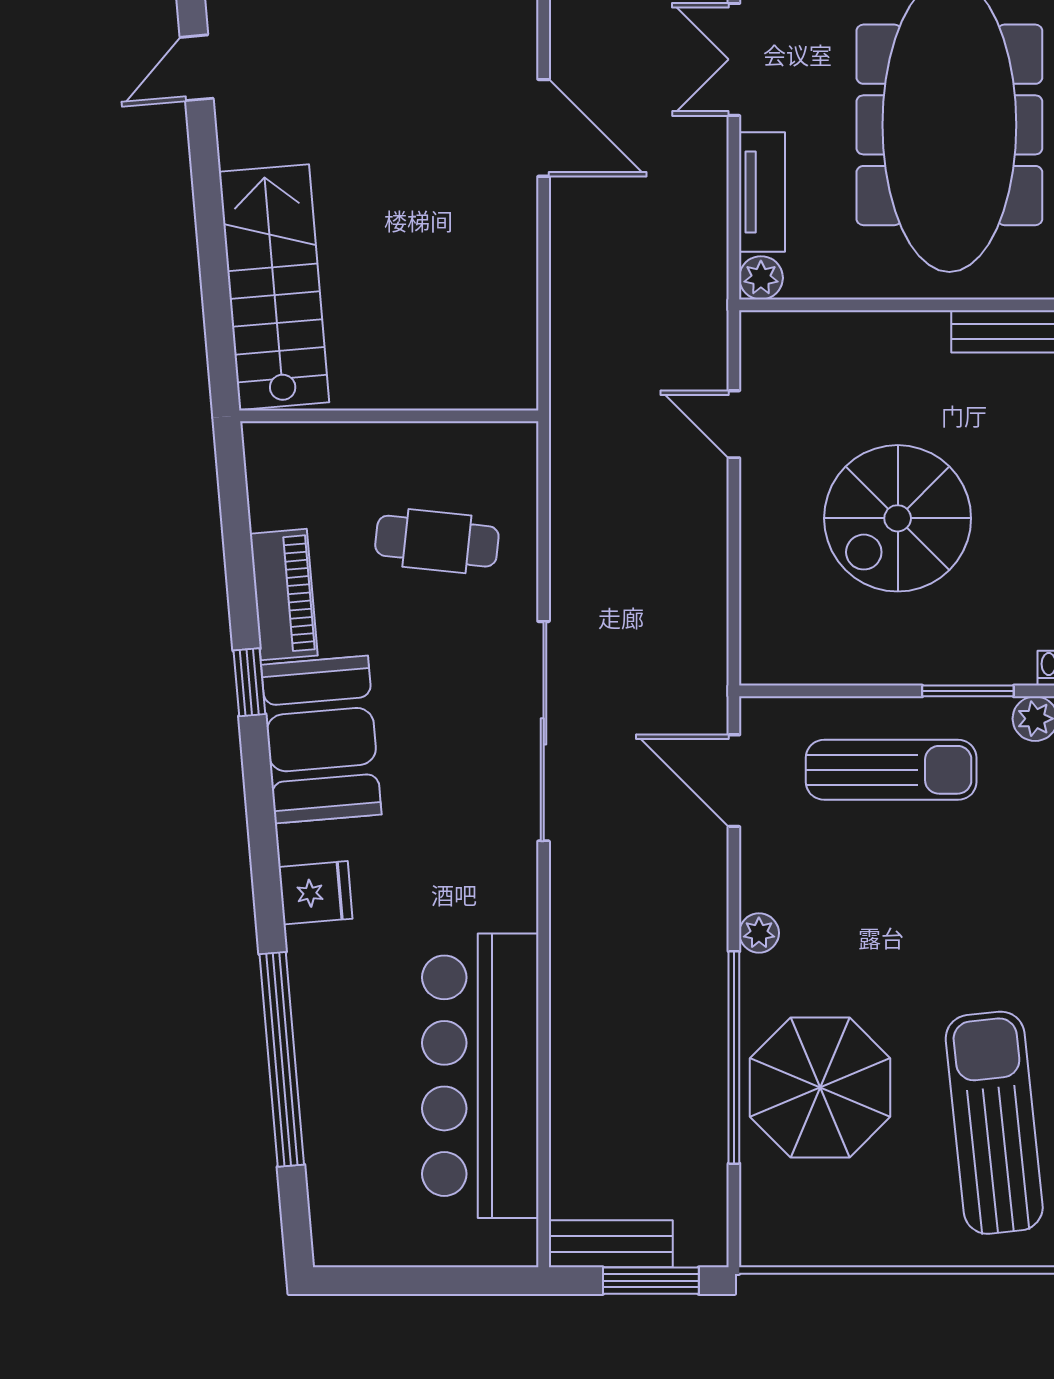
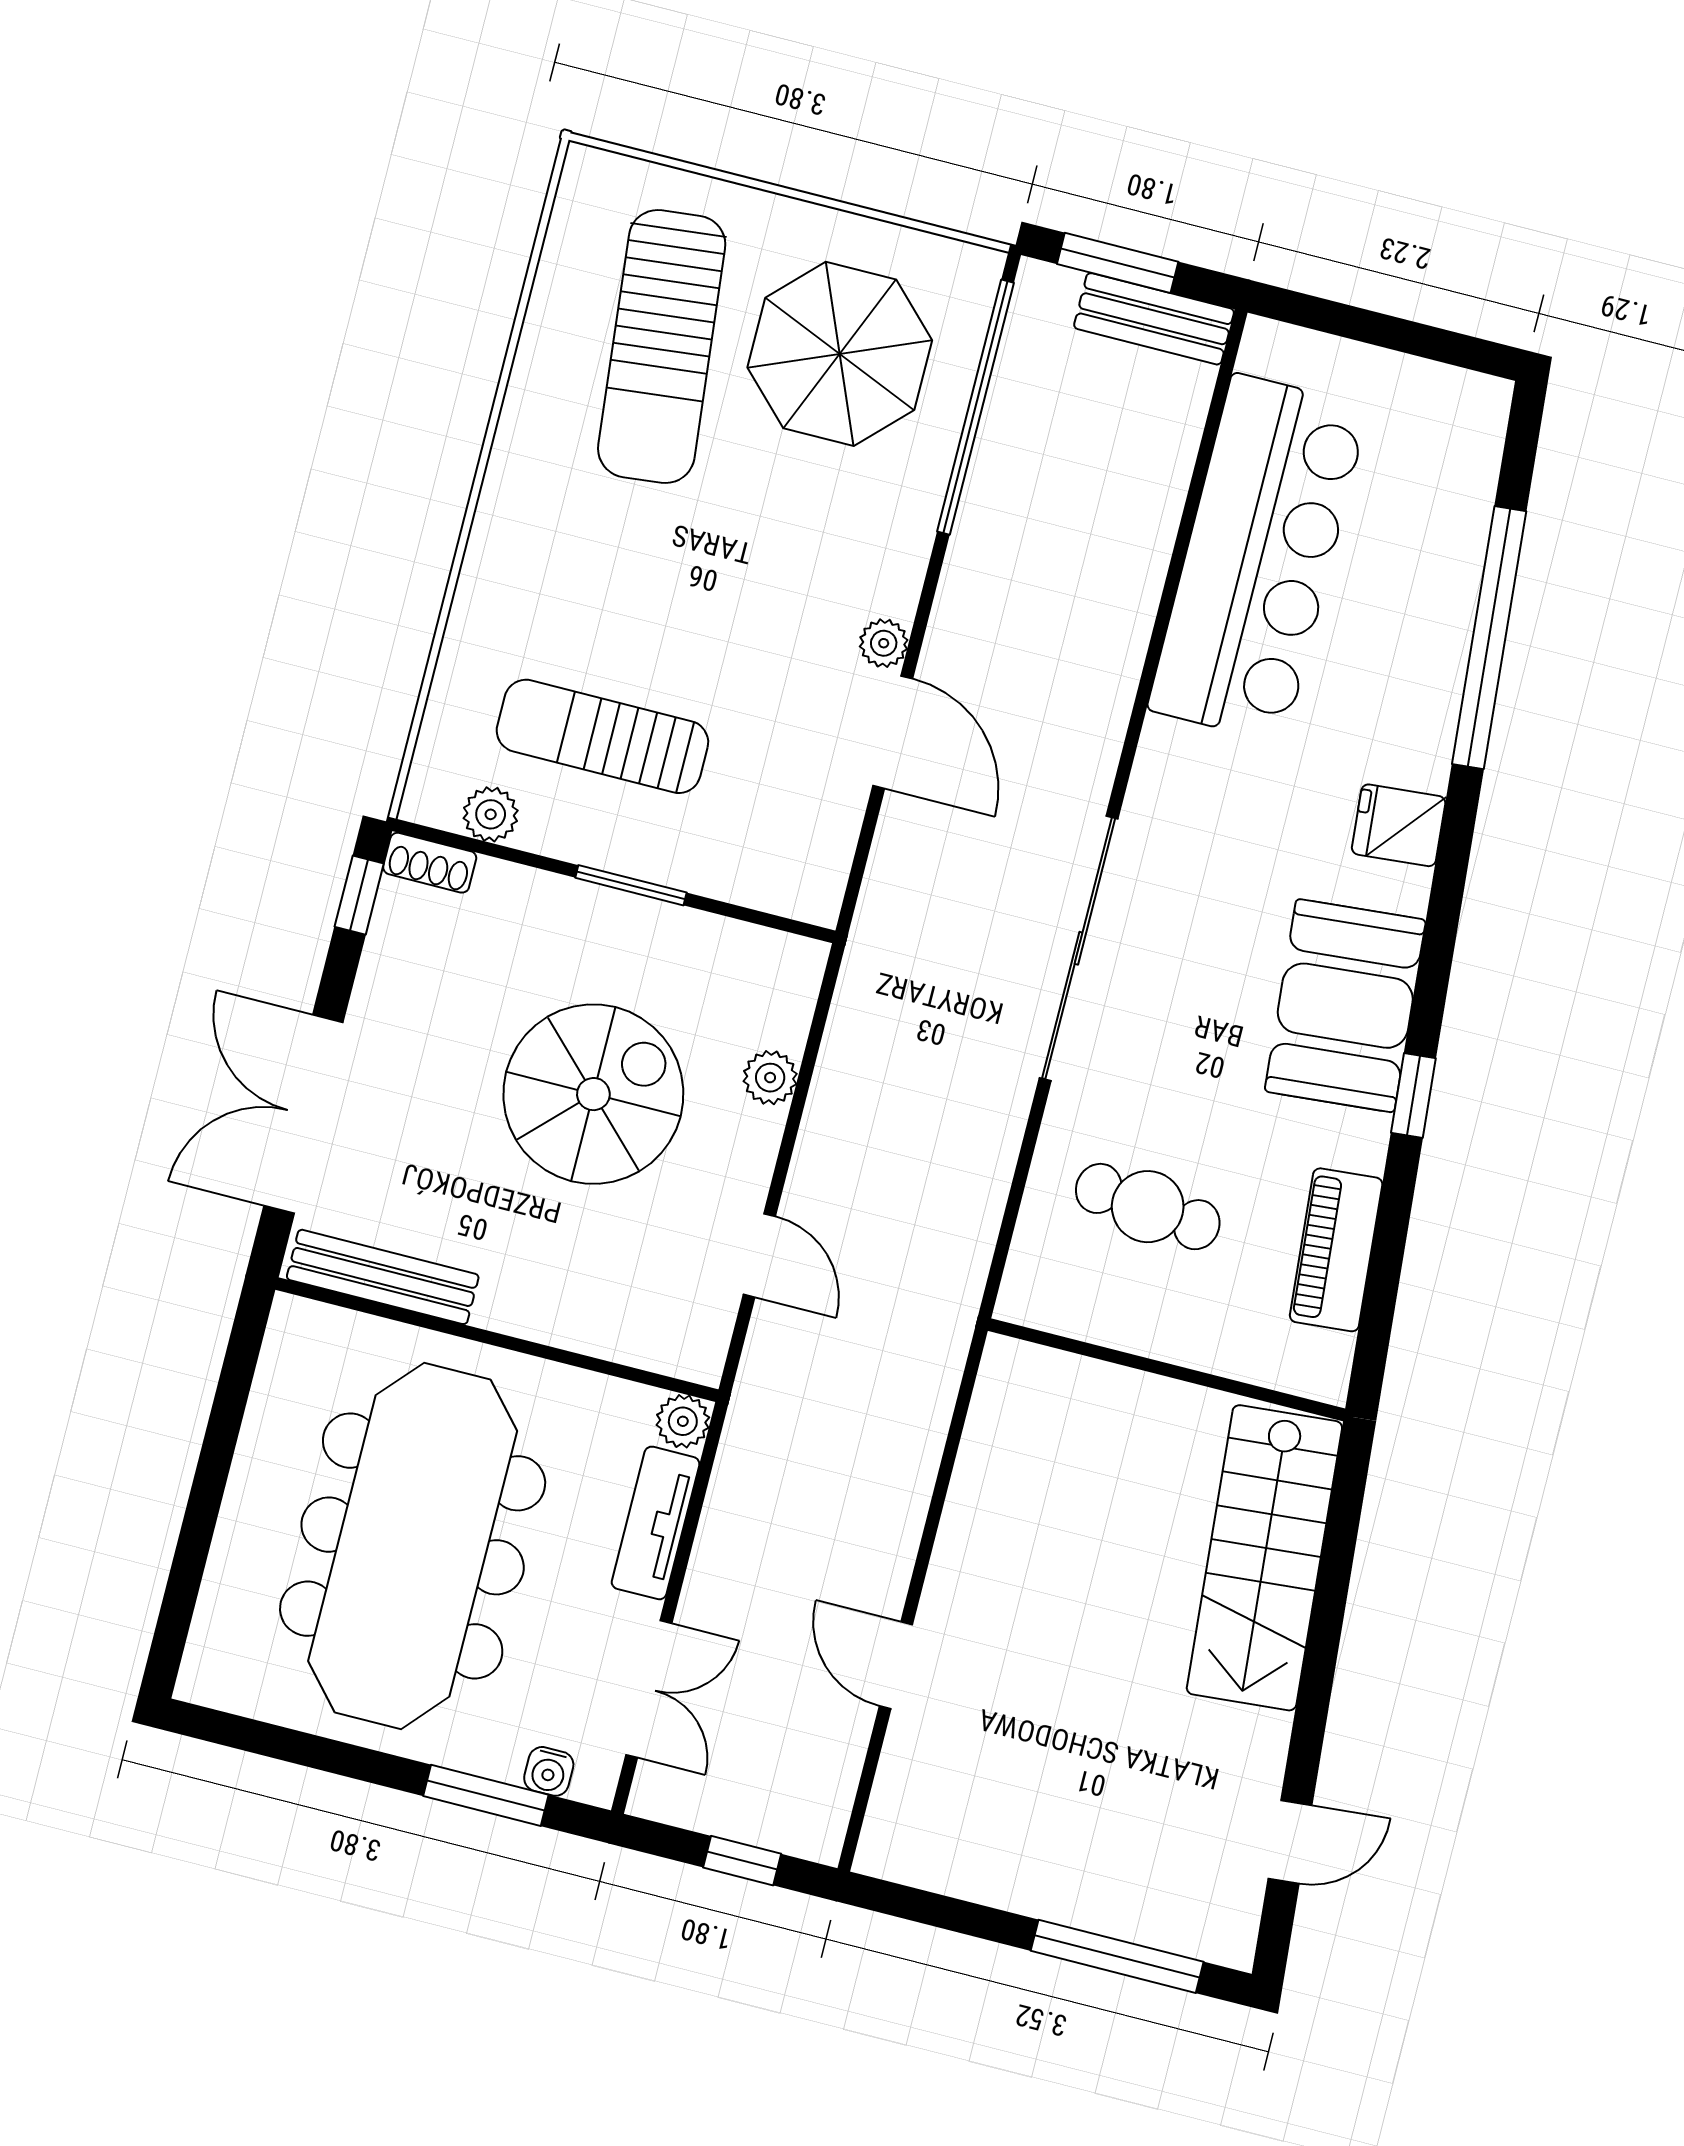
door: (544, 128) -> (896, 1665), width x0.73
plant: (761, 567) -> (770, 1078), added
piano: (284, 595) -> (1336, 1250), moved
window: (968, 691) -> (631, 885), moved
sun lounger: (891, 770) -> (602, 736), moved
door: (734, 781) -> (893, 732), moved
window: (734, 1057) -> (976, 407), moved
parasol: (820, 1088) -> (840, 354), moved

